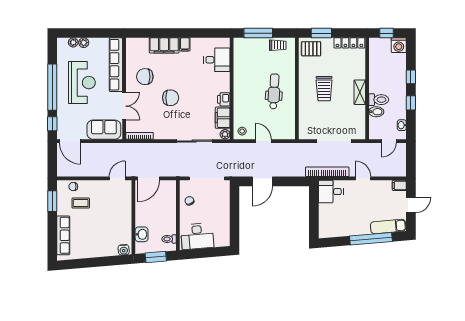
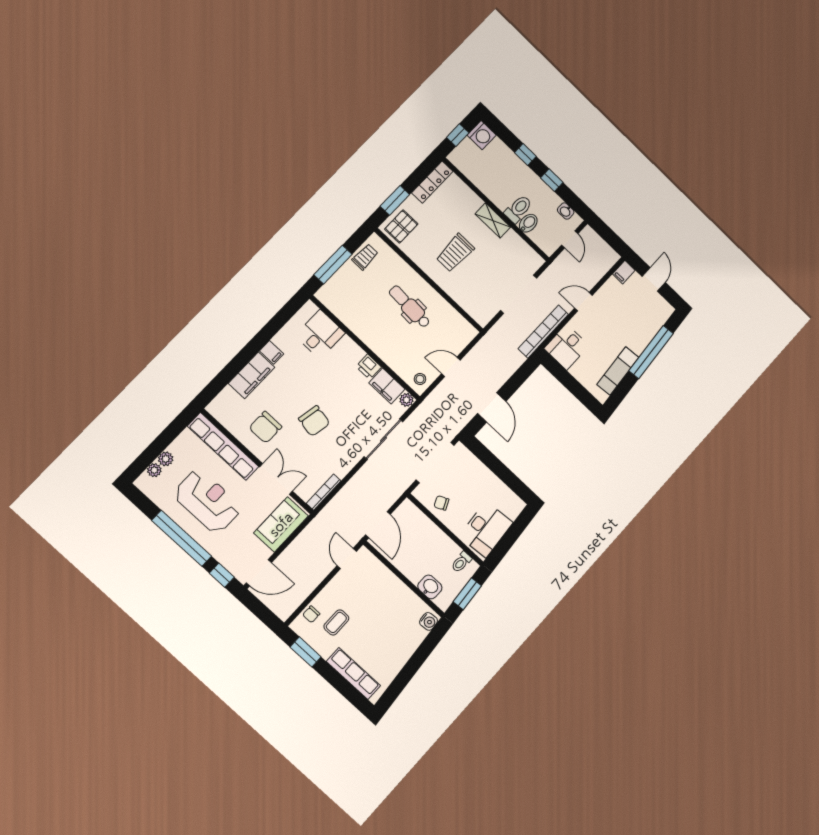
trolley: (324, 89) -> (455, 253), turned 90
chair: (171, 98) -> (314, 421), turned 101
exam couch: (388, 226) -> (618, 371), moved

